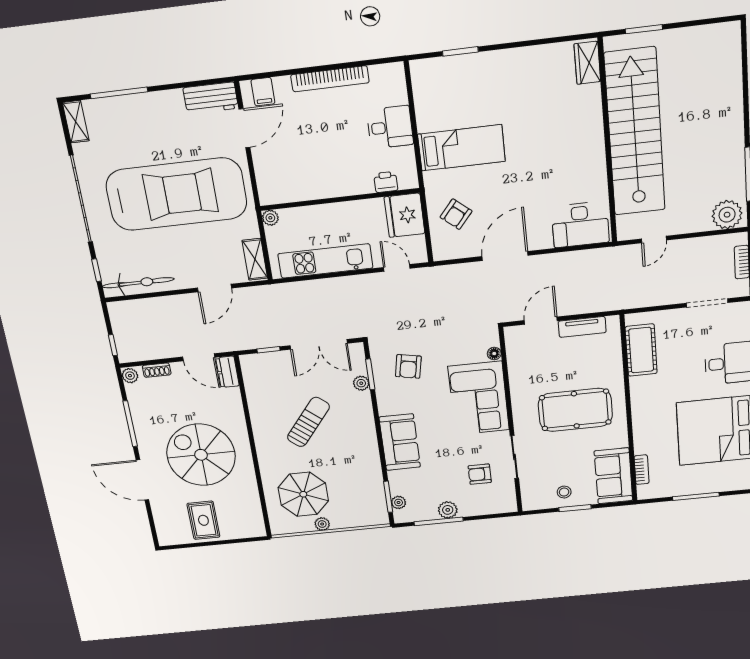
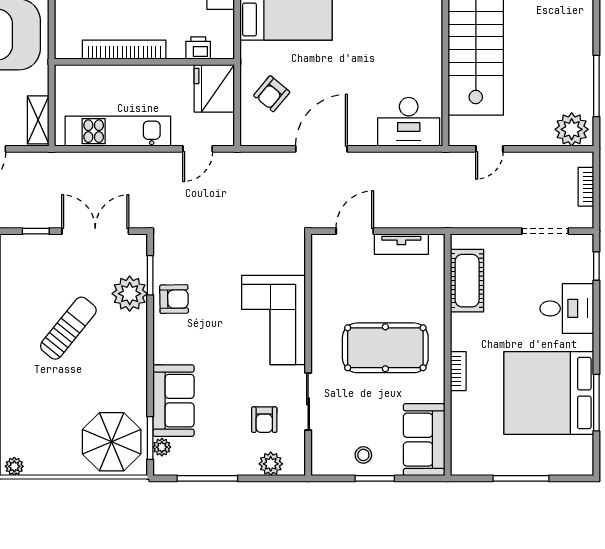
bookcase: (320, 191) -> (124, 50), added
plant: (270, 218) -> (64, 74), removed
door: (397, 268) -> (198, 149), swing flipped
double door: (319, 344) -> (95, 231), swing flipped
floor lamp: (494, 353) -> (297, 266), removed
armchair: (408, 366) -> (174, 299), moved, turned -102
plant: (361, 383) -> (130, 294), width x1.88, depth x1.88
sofa: (400, 442) -> (173, 401), moved
bookcase: (642, 470) -> (458, 371), moved
armchair: (480, 474) -> (264, 420), turned -90
parasol: (303, 494) -> (112, 442), moved
plant: (448, 510) -> (271, 464), moved
plant: (322, 524) -> (14, 466), moved

